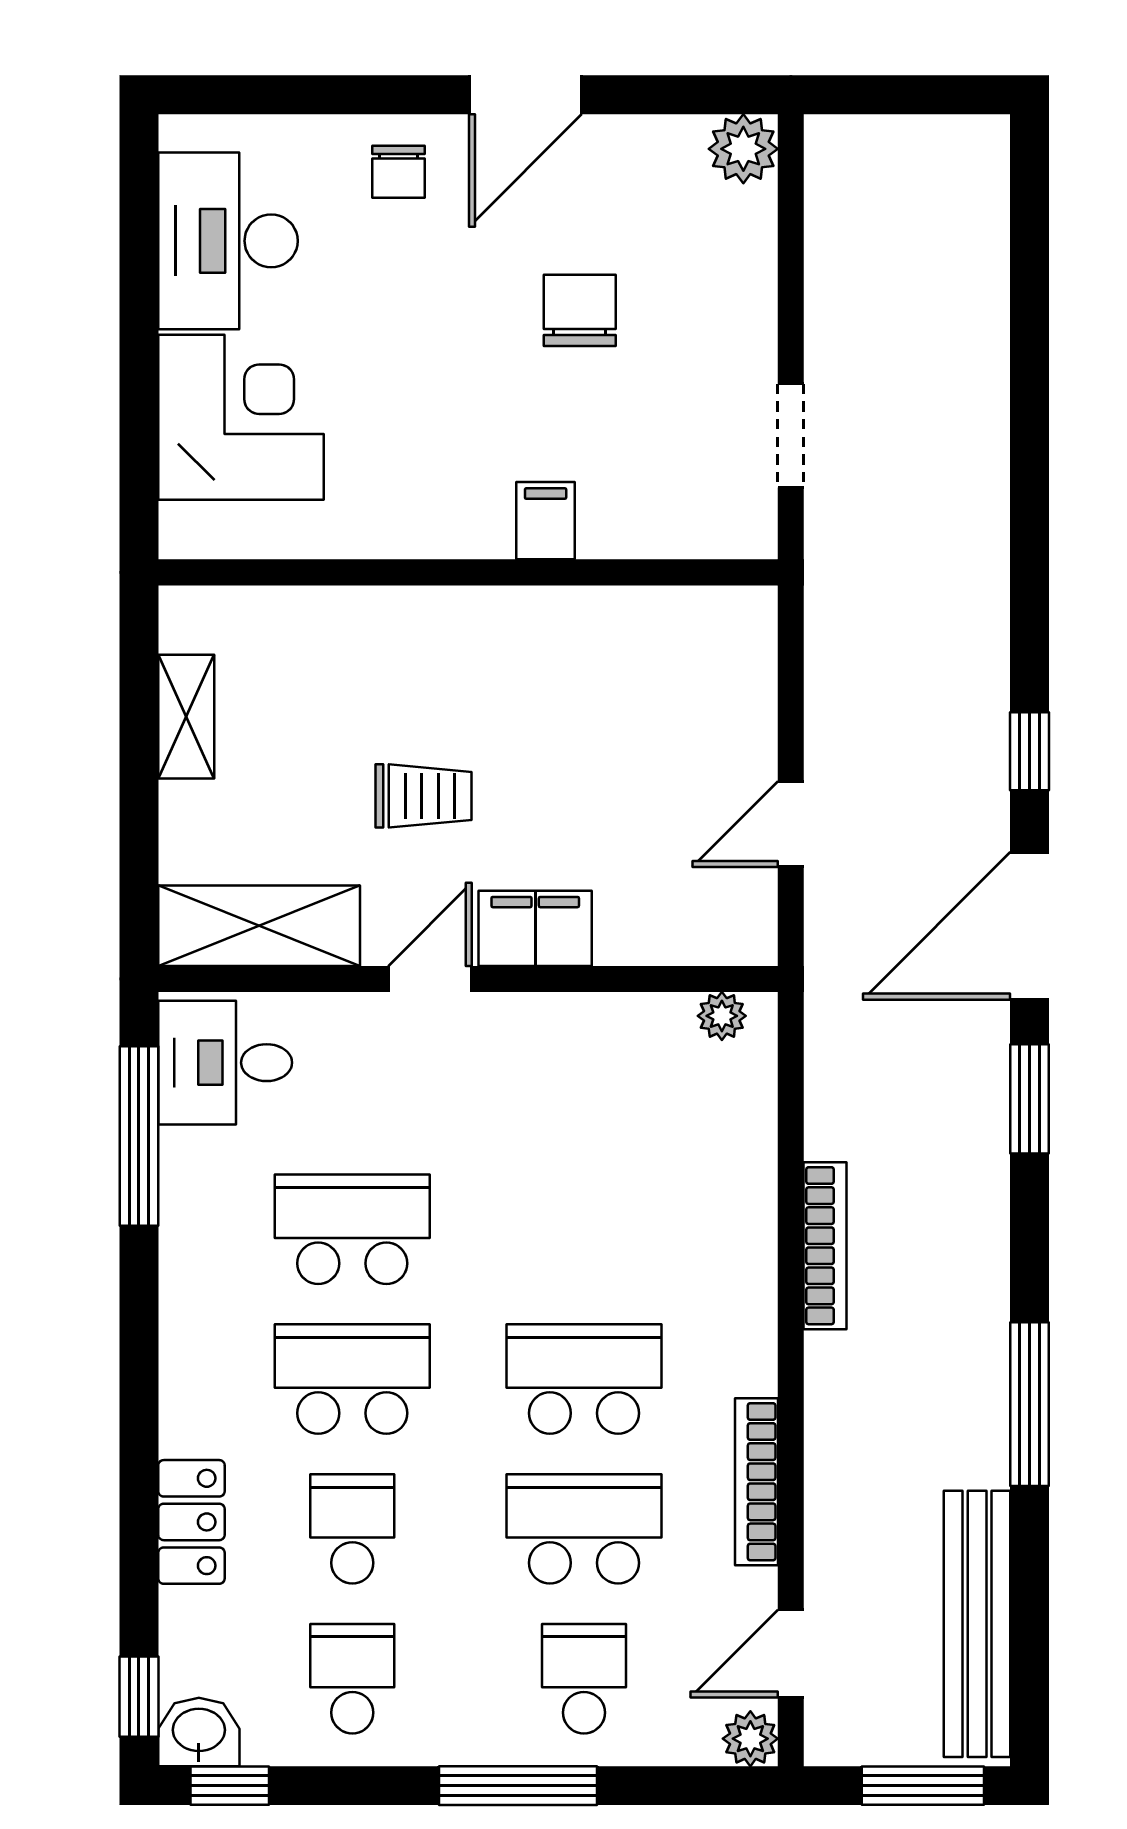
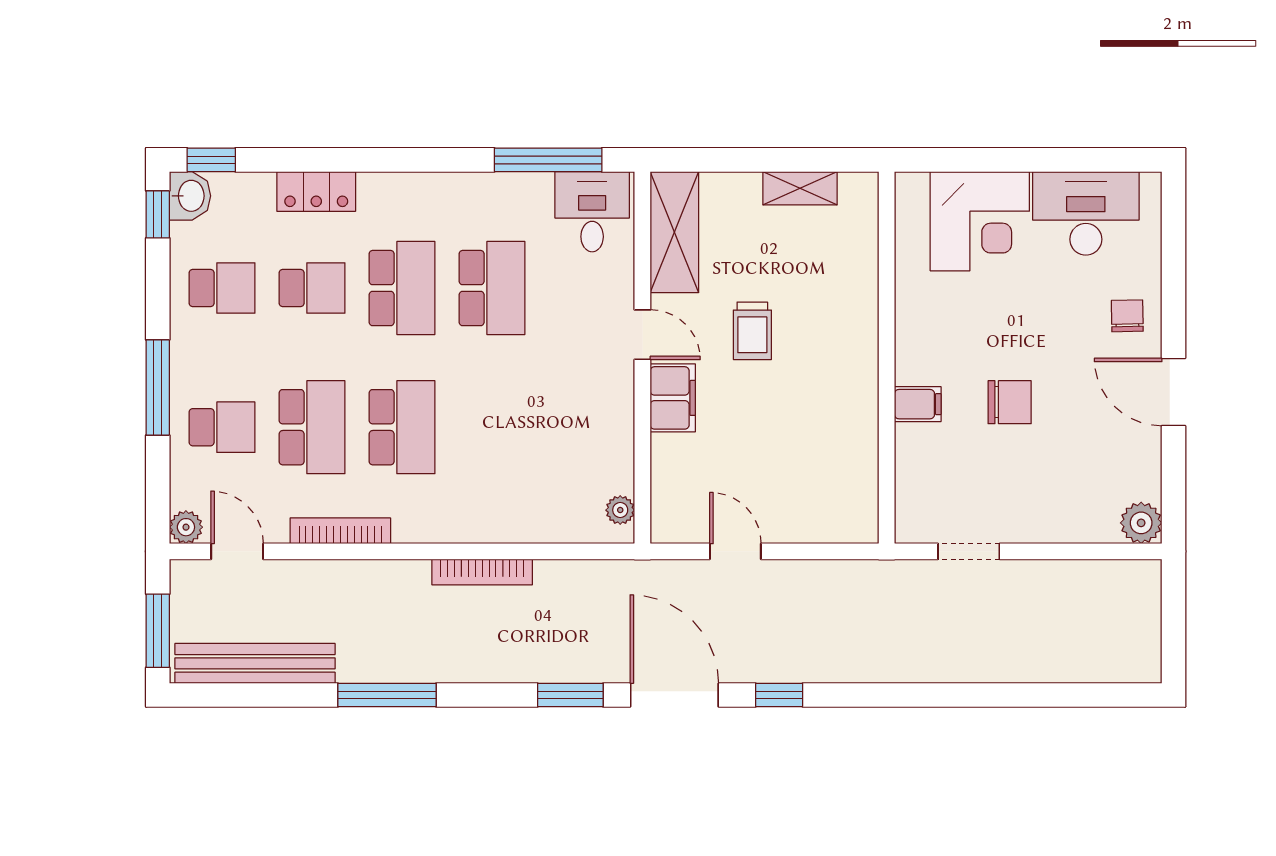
chair: (399, 172) -> (1127, 316), turned 89
chair: (580, 310) -> (1010, 402), moved

